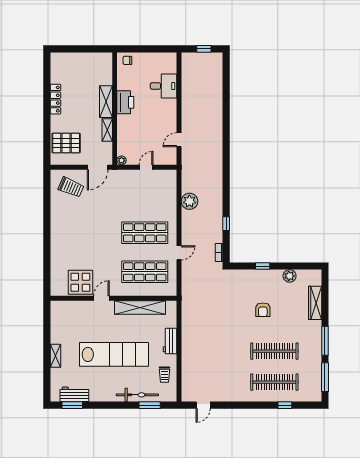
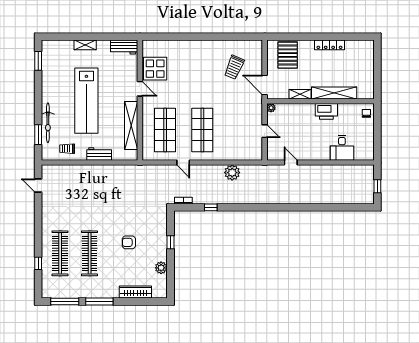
shelving: (106, 102) -> (334, 93), width x1.47
trolley: (71, 187) -> (234, 67), moved
workbench: (74, 394) -> (124, 47), moved, turned 90

